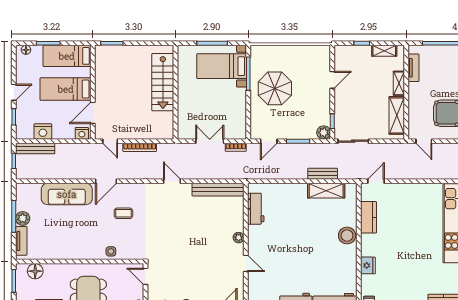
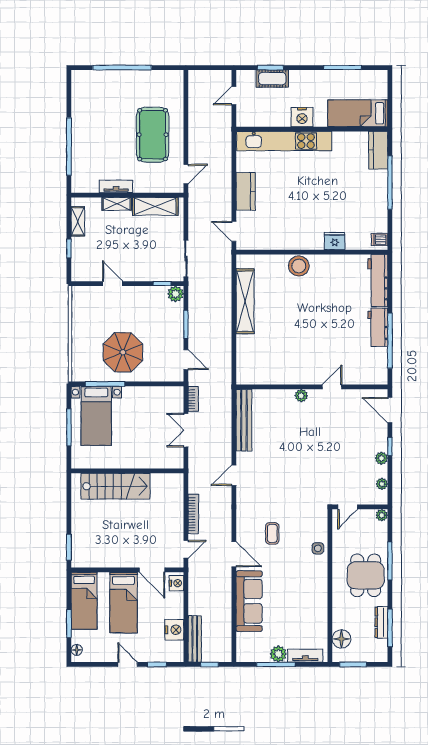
tv unit: (414, 68) -> (116, 186), moved
bench: (323, 174) -> (225, 295), removed
shelving: (326, 191) -> (245, 301), width x1.47
workbench: (256, 209) -> (267, 375), removed
kitchen counter: (368, 217) -> (246, 191), moved, turned 90

